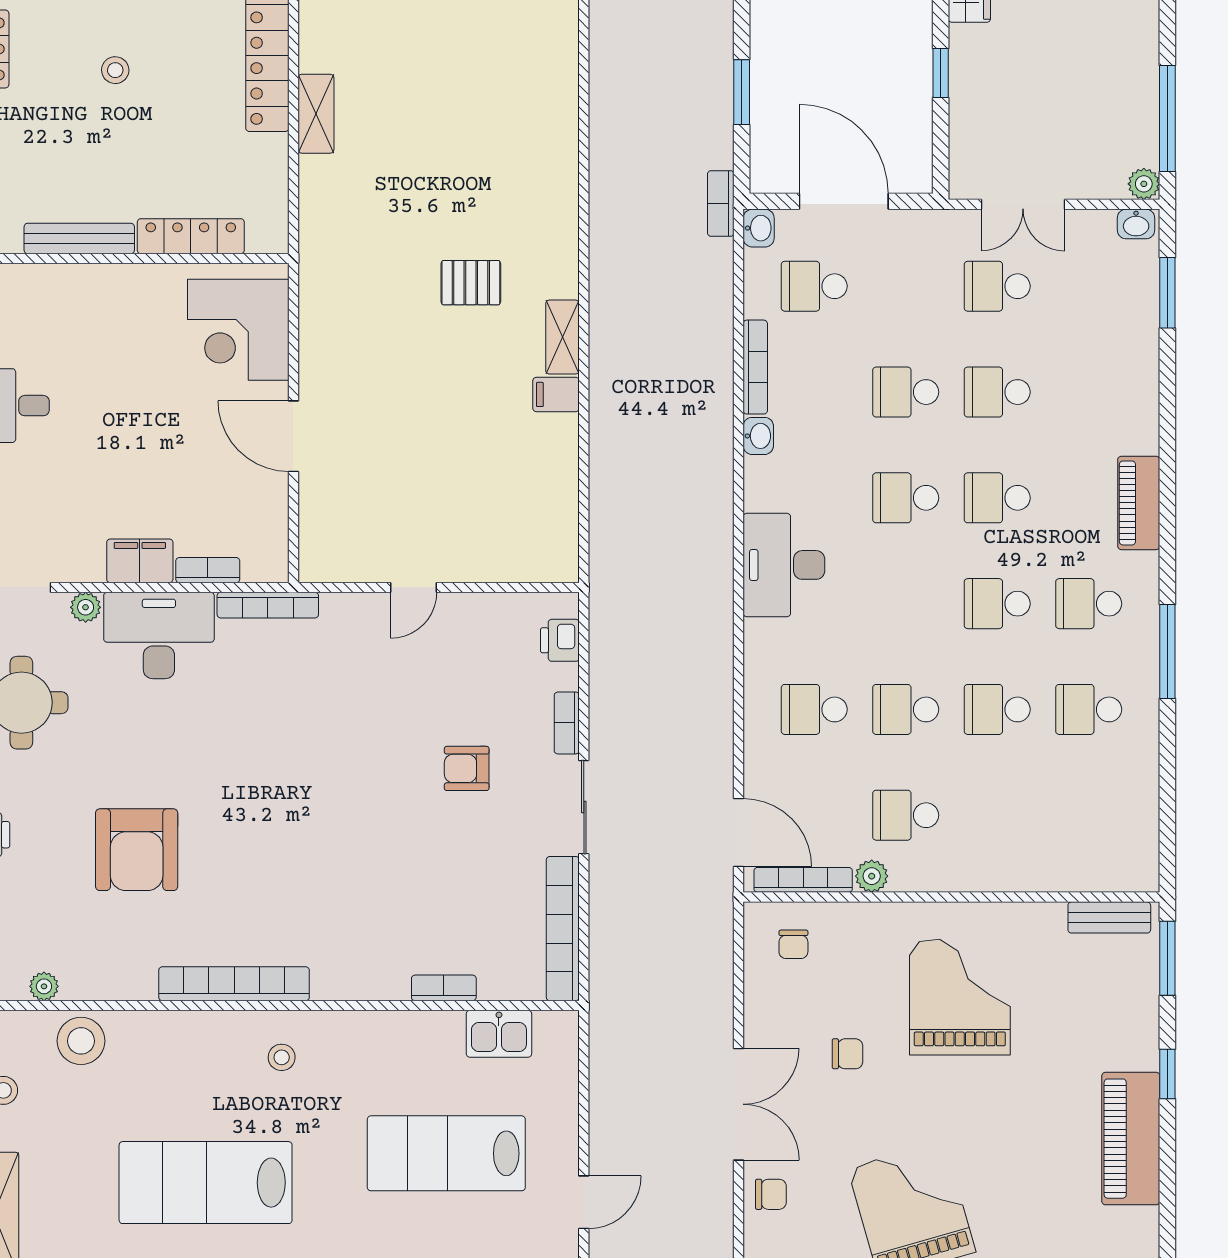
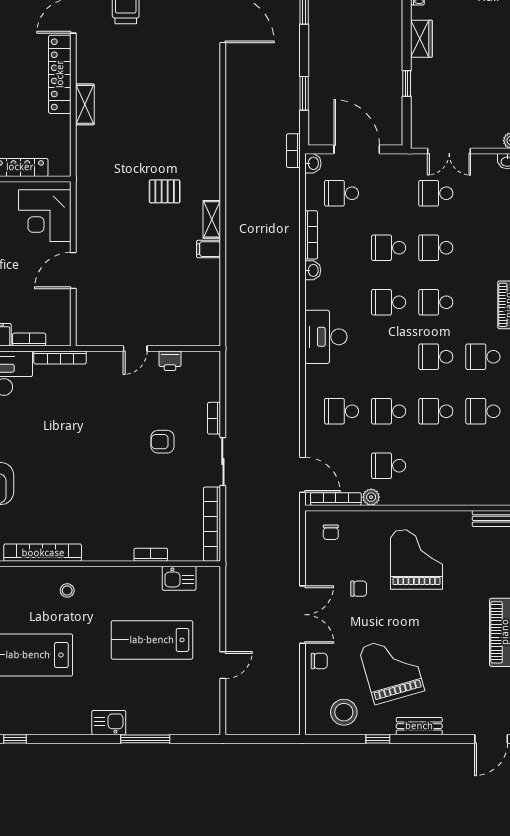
door: (294, 436) -> (73, 271), hinge flipped
printer: (560, 640) -> (170, 361), moved, turned -90

